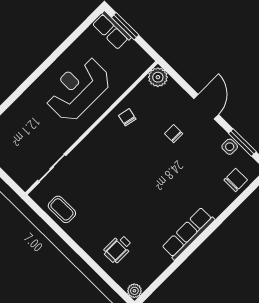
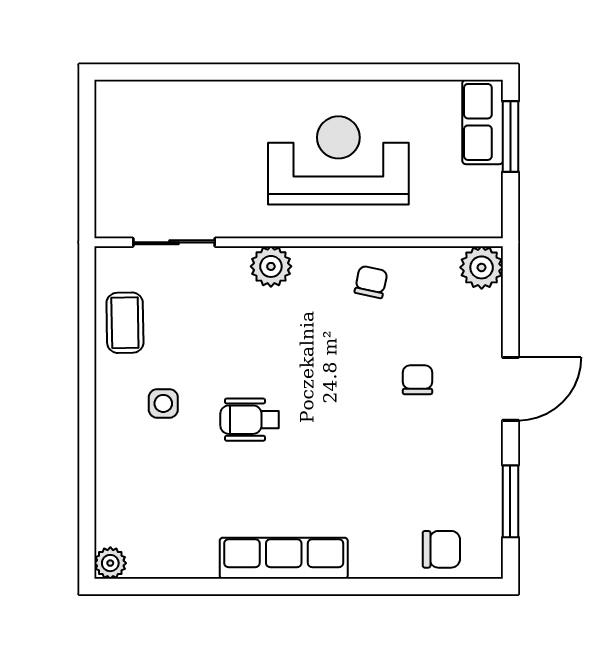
plant: (90, 145) -> (271, 266), added
side table: (230, 147) -> (163, 403), moved
wheelchair: (118, 249) -> (250, 420), moved

